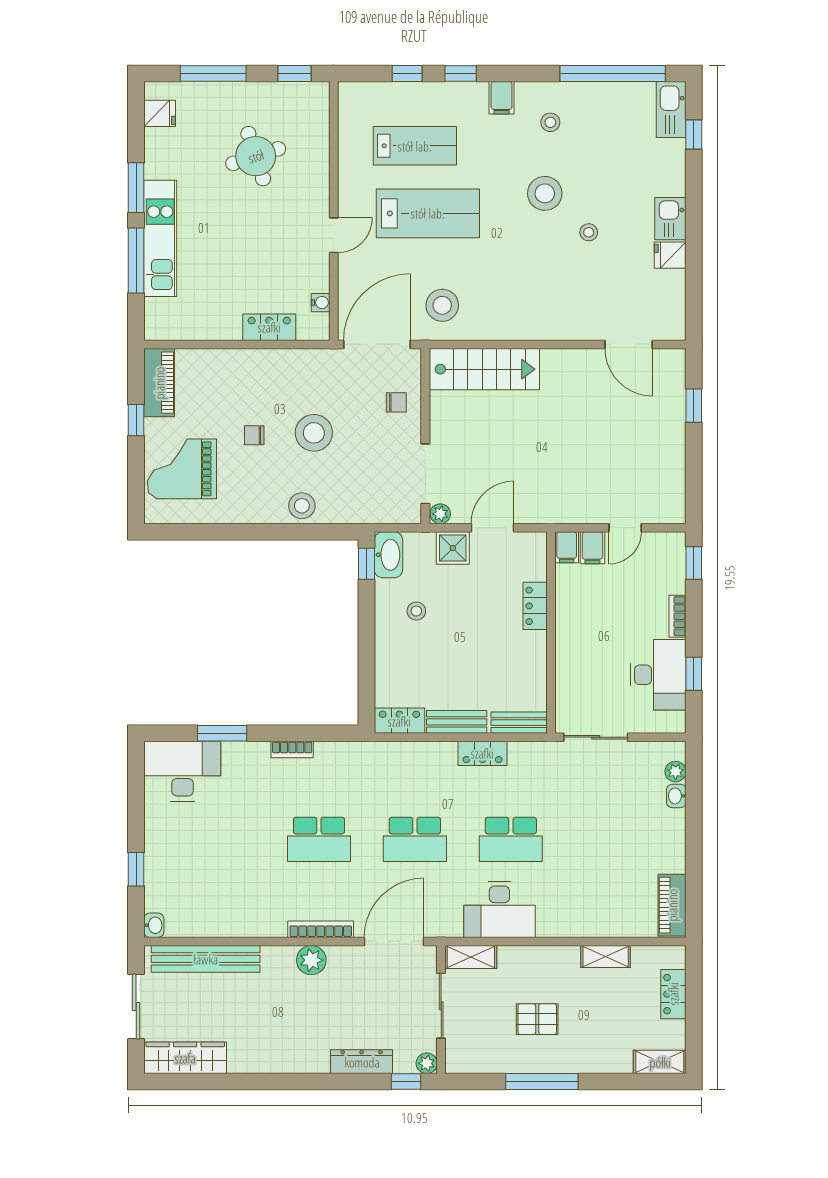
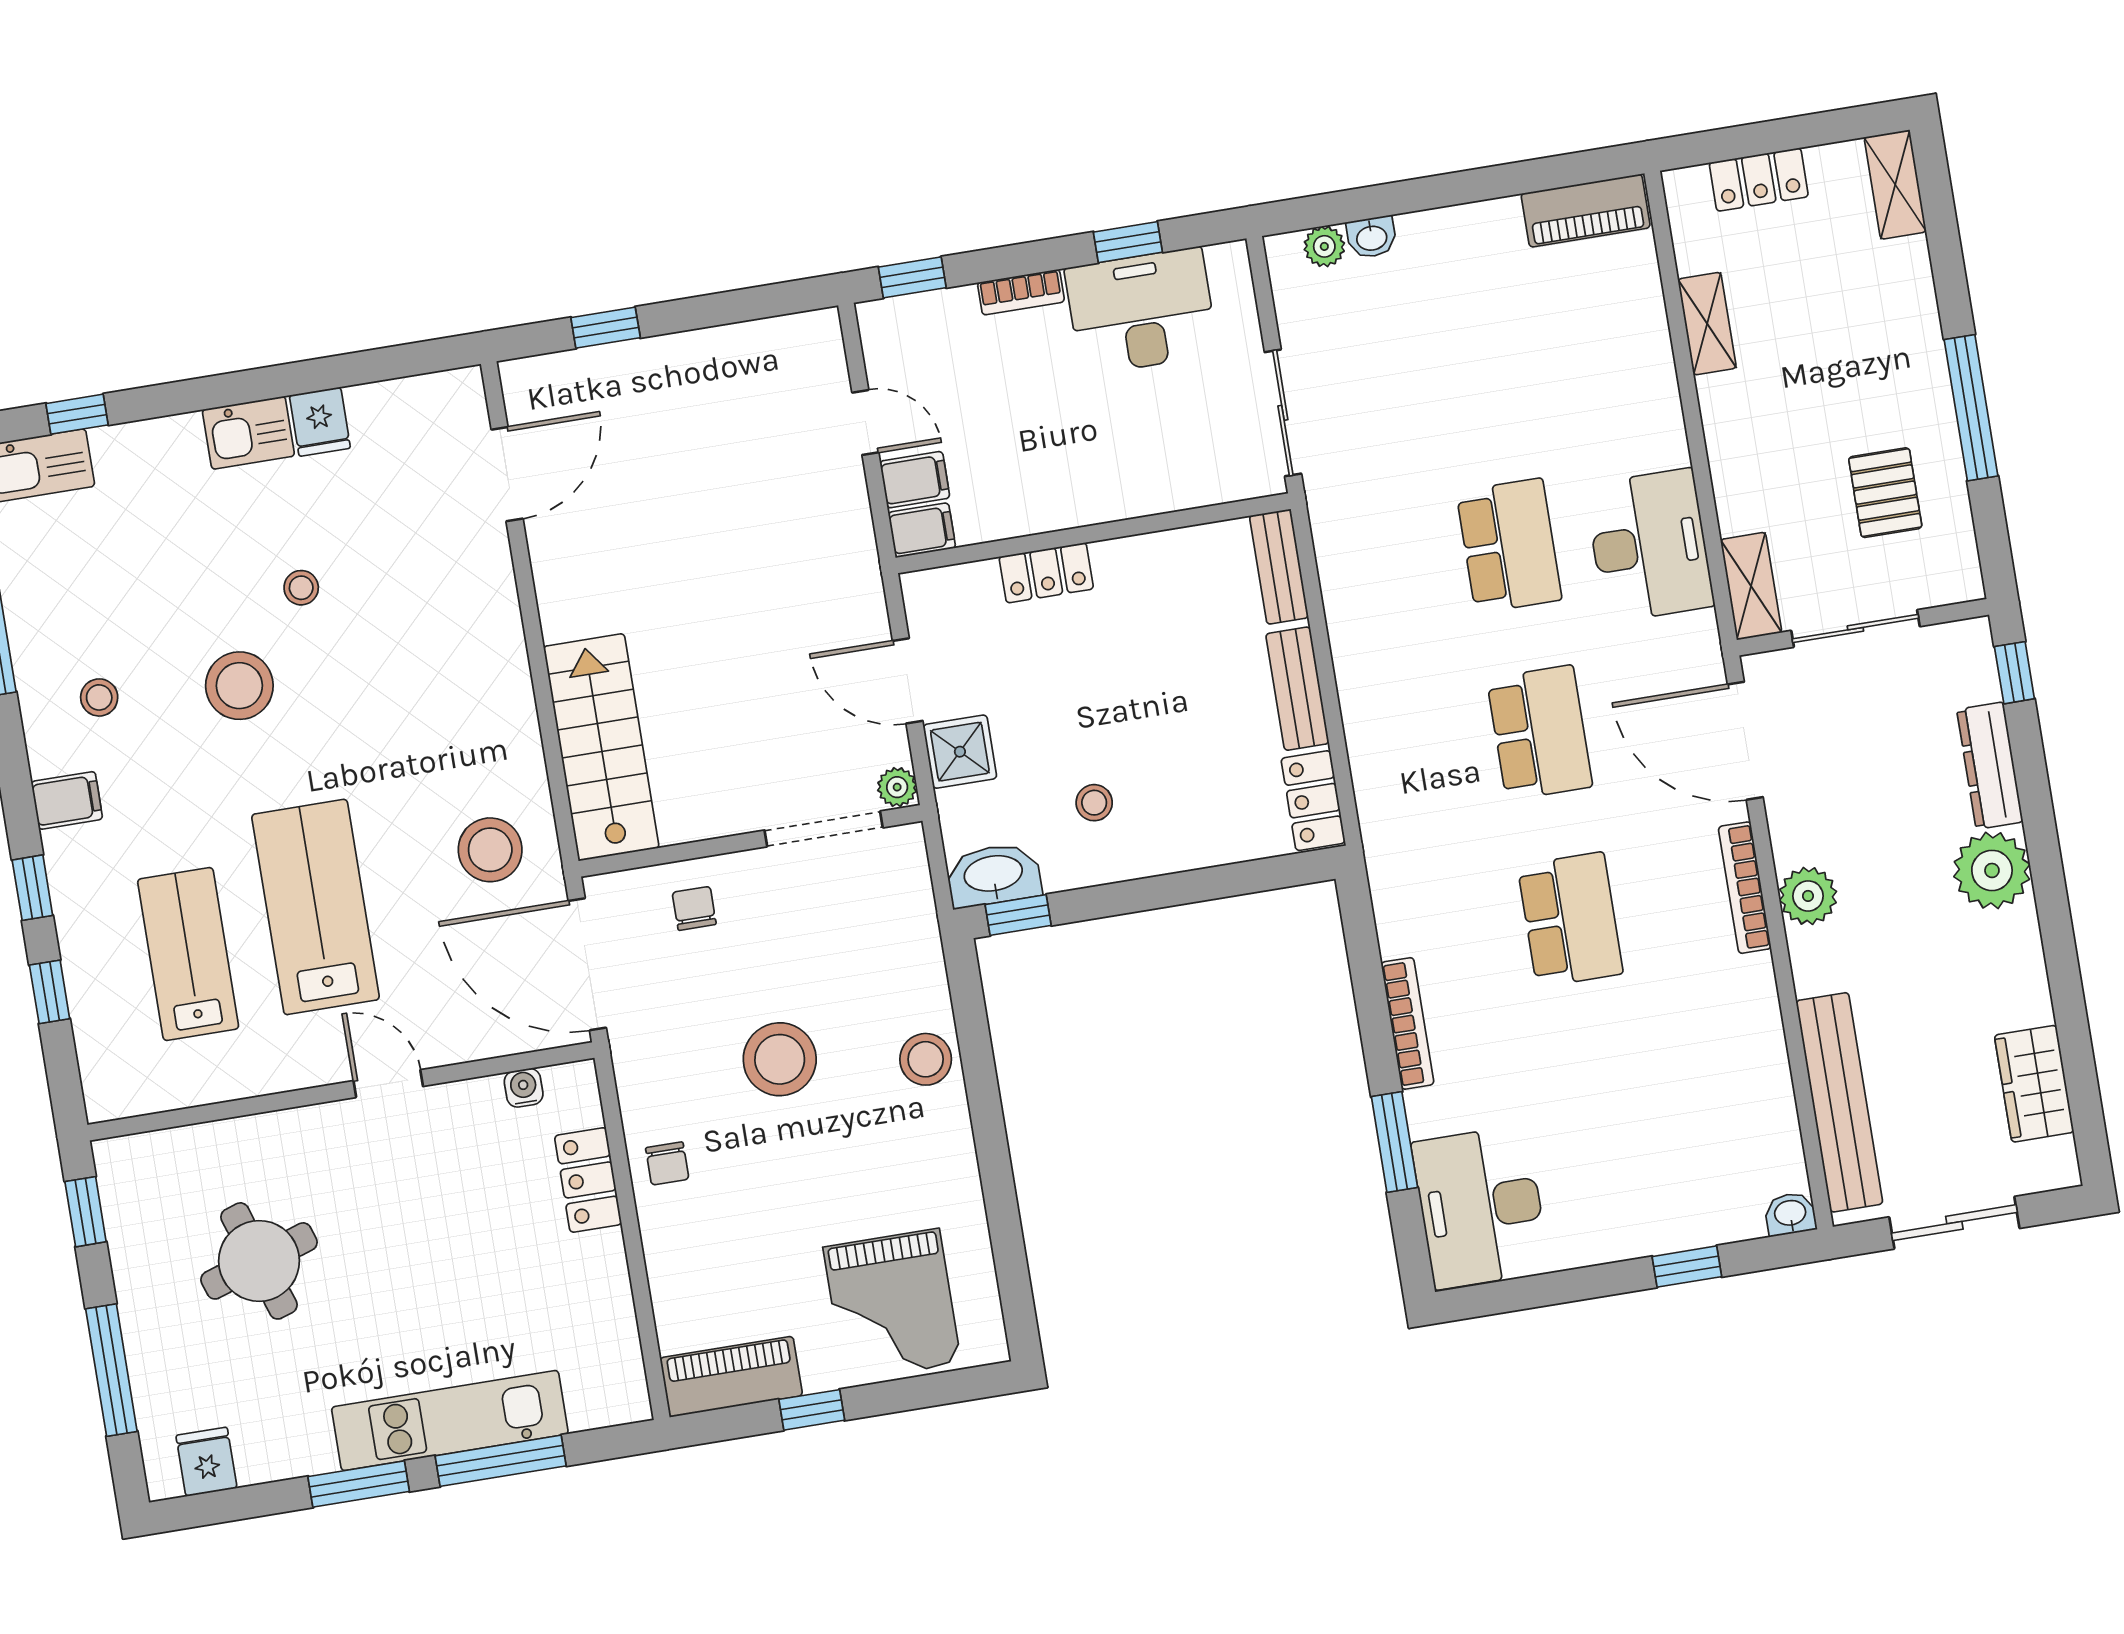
chair: (254, 435) -> (667, 1163), moved
bookcase: (292, 750) -> (1408, 1023), width x1.56
locker: (482, 753) -> (1351, 628), removed
pallet: (537, 1019) -> (1885, 493), moved
wardrobe: (185, 1058) -> (2034, 1084), width x0.67
plant: (427, 1063) -> (1992, 870), moved, width x1.88, depth x1.88

